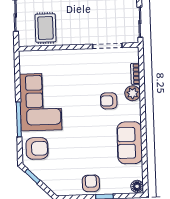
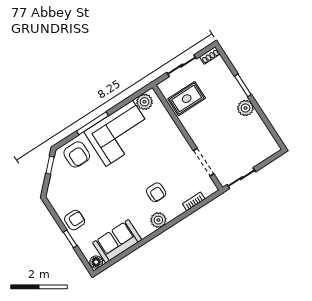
plant: (27, 65) -> (144, 102), added
plant: (133, 93) -> (158, 220), moved
armchair: (109, 101) -> (156, 192), turned 180
sofa: (130, 143) -> (117, 241), moved

